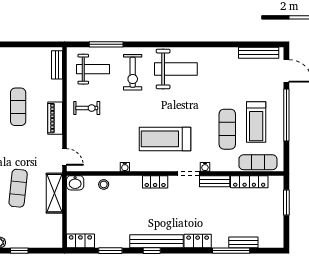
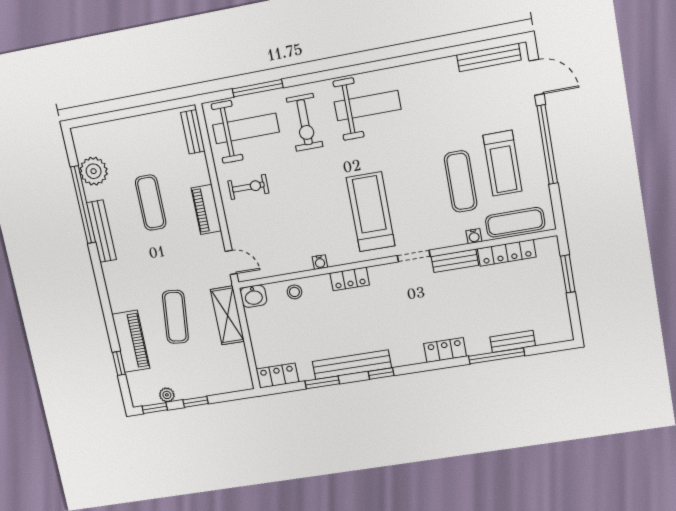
weight bench: (93, 69) -> (246, 128), width x1.36, depth x1.33
treadmill: (165, 139) -> (371, 212), turned 90
water cooler: (205, 167) -> (474, 236), moved
locker: (155, 182) -> (350, 279), moved
bench: (157, 241) -> (352, 365), moved

